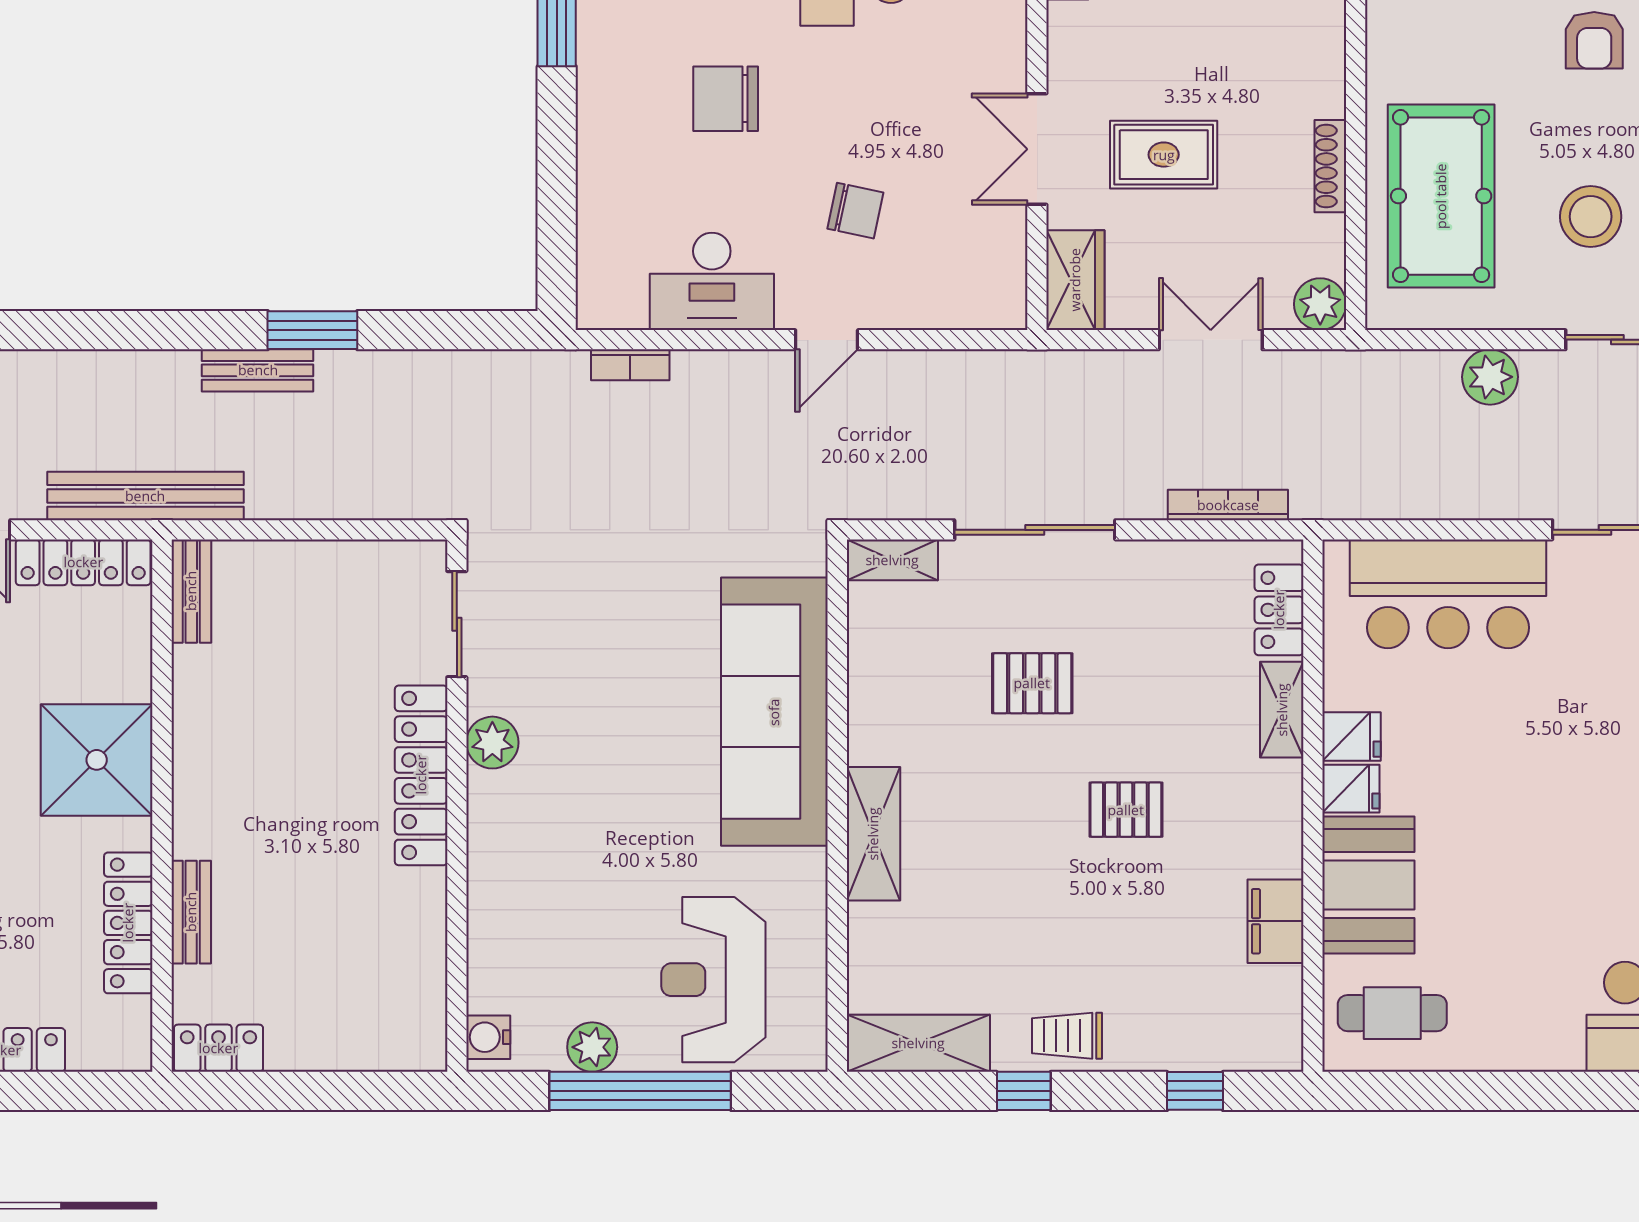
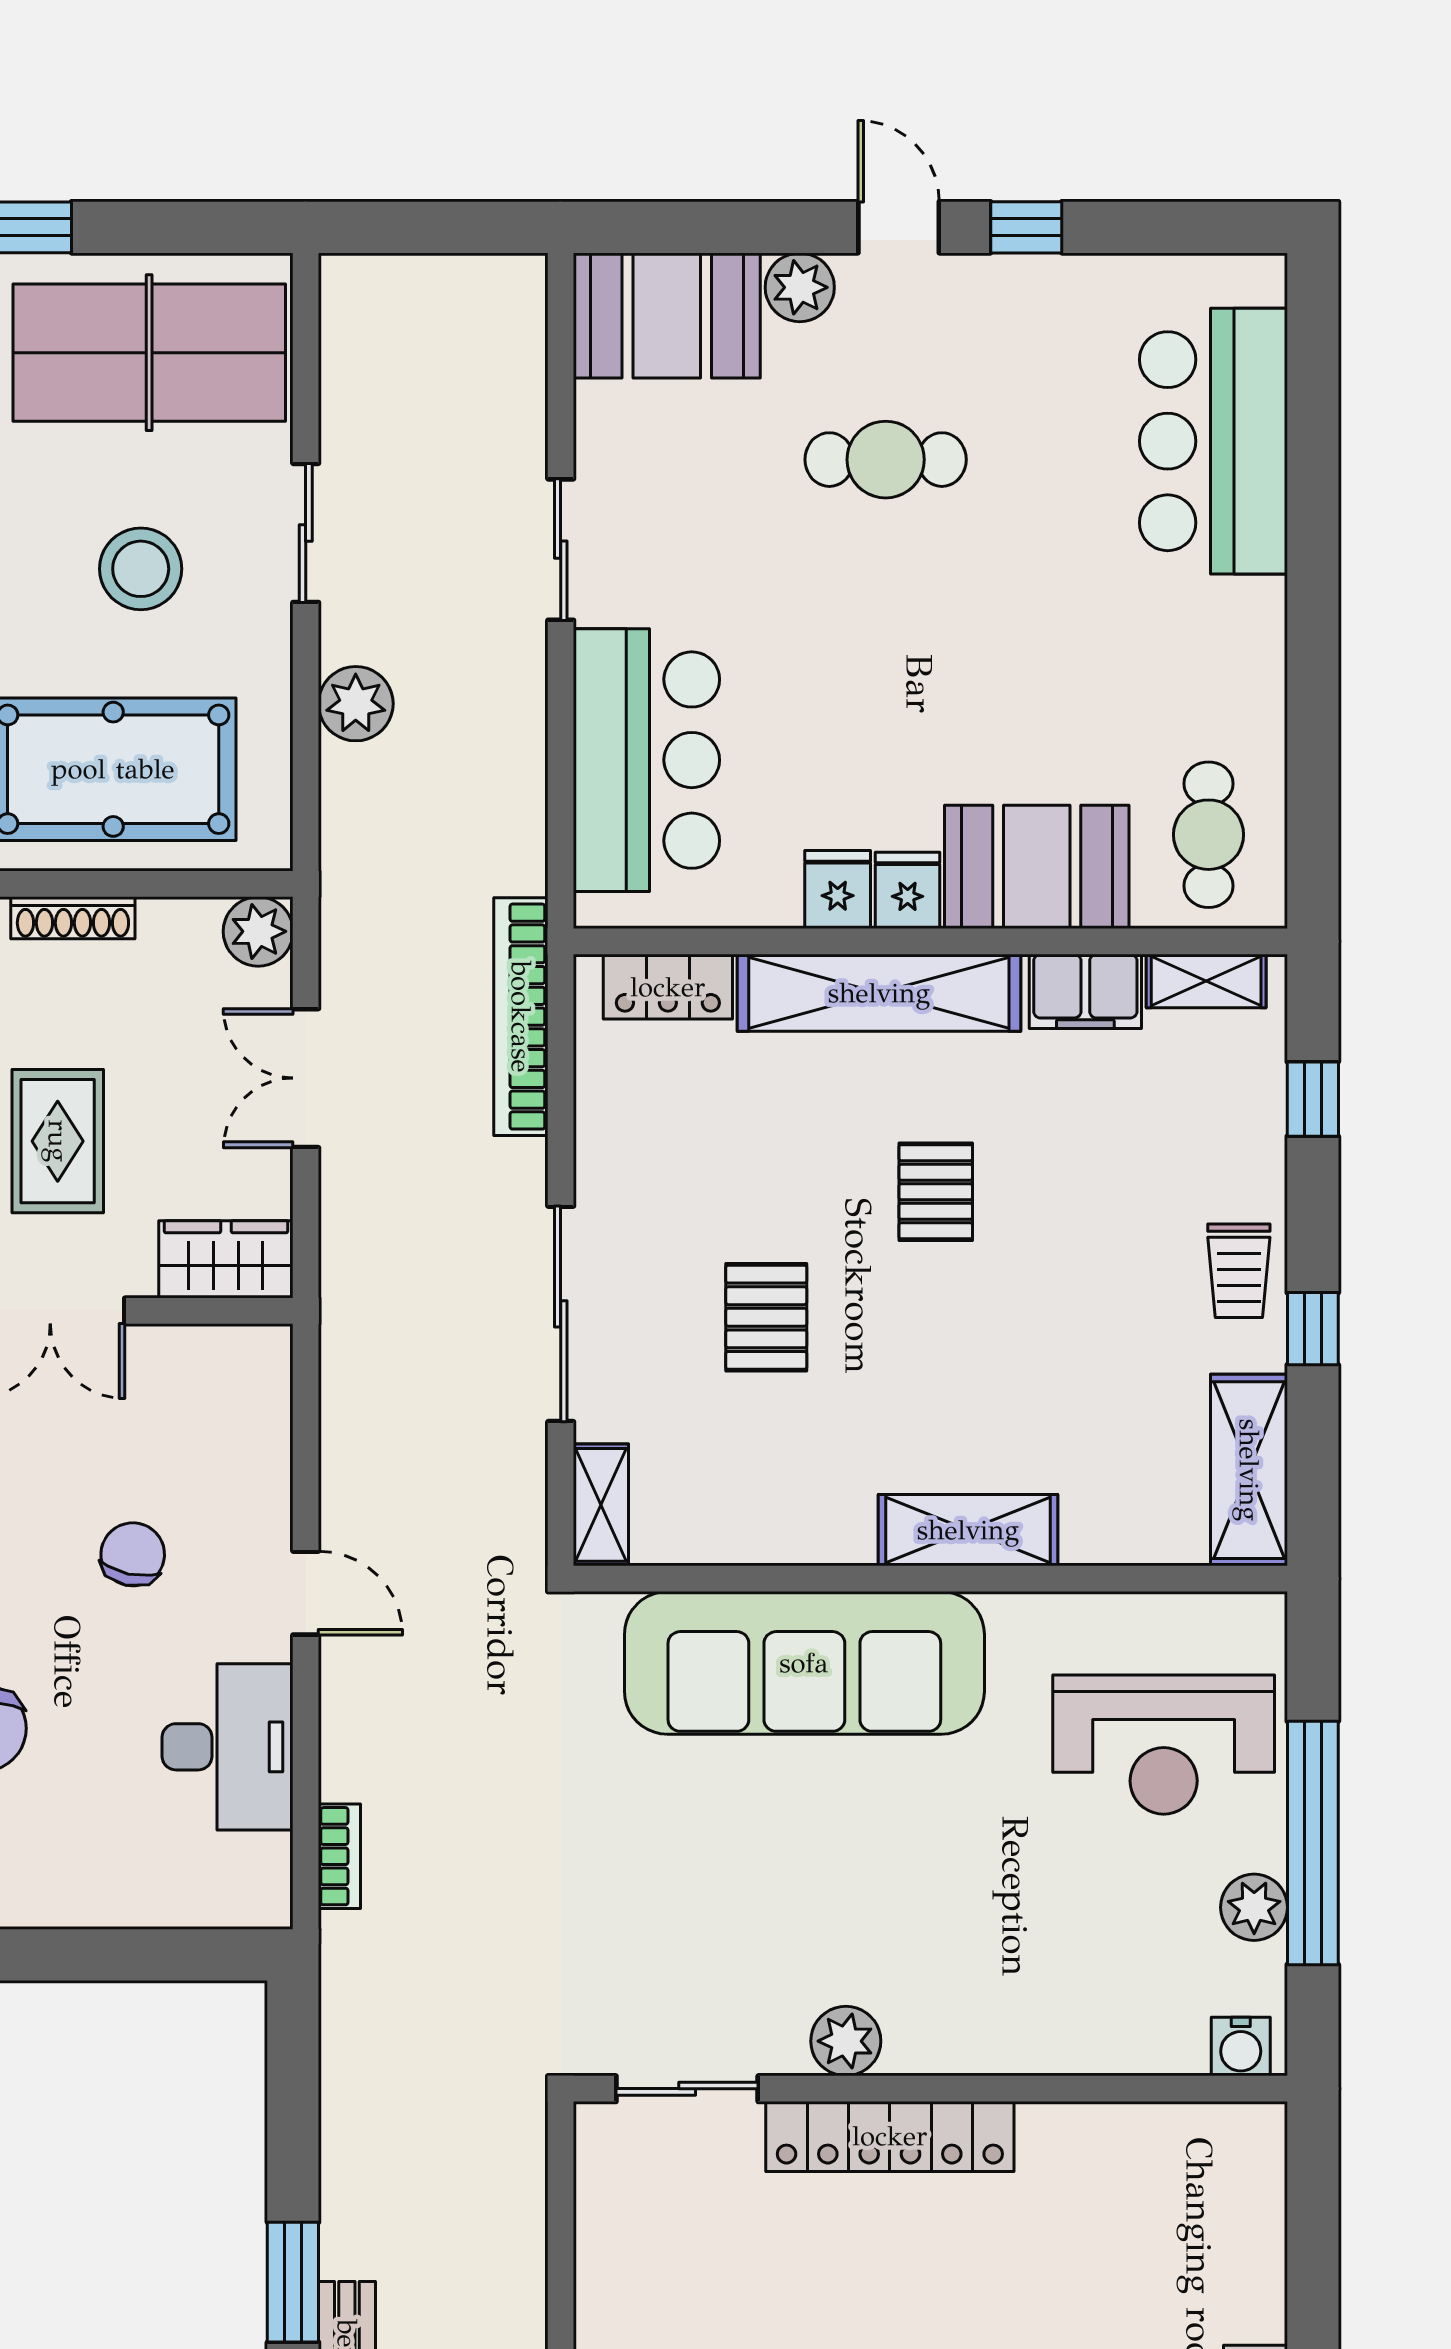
bookcase: (1228, 505) -> (521, 1017), width x1.48, depth x1.31
shelving: (1282, 710) -> (879, 993), width x2.20, depth x1.33
shelving: (1283, 1011) -> (1206, 981), added

